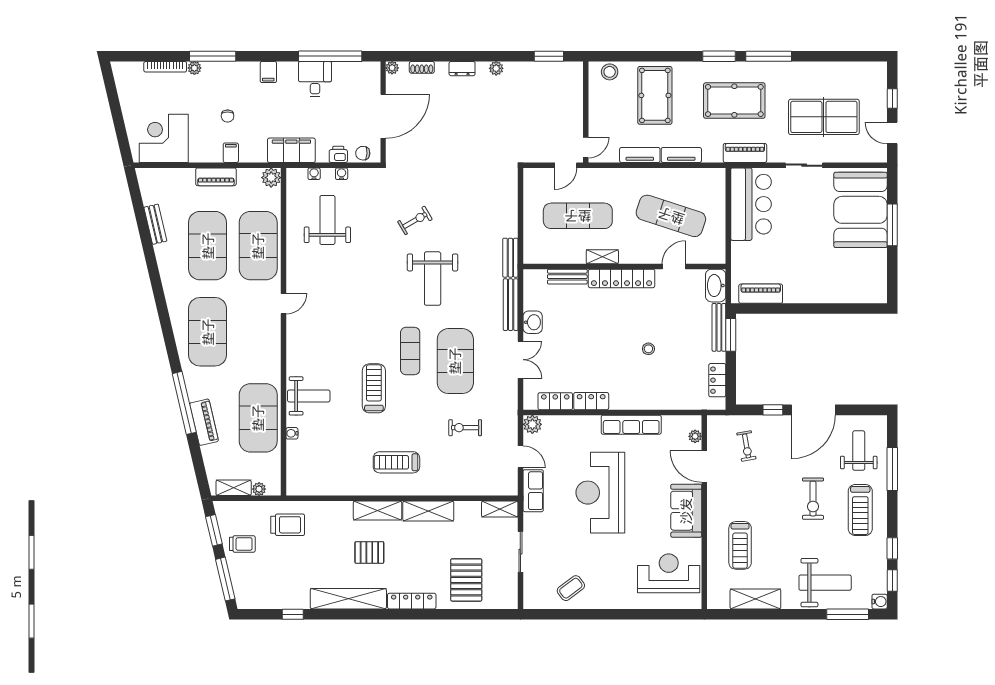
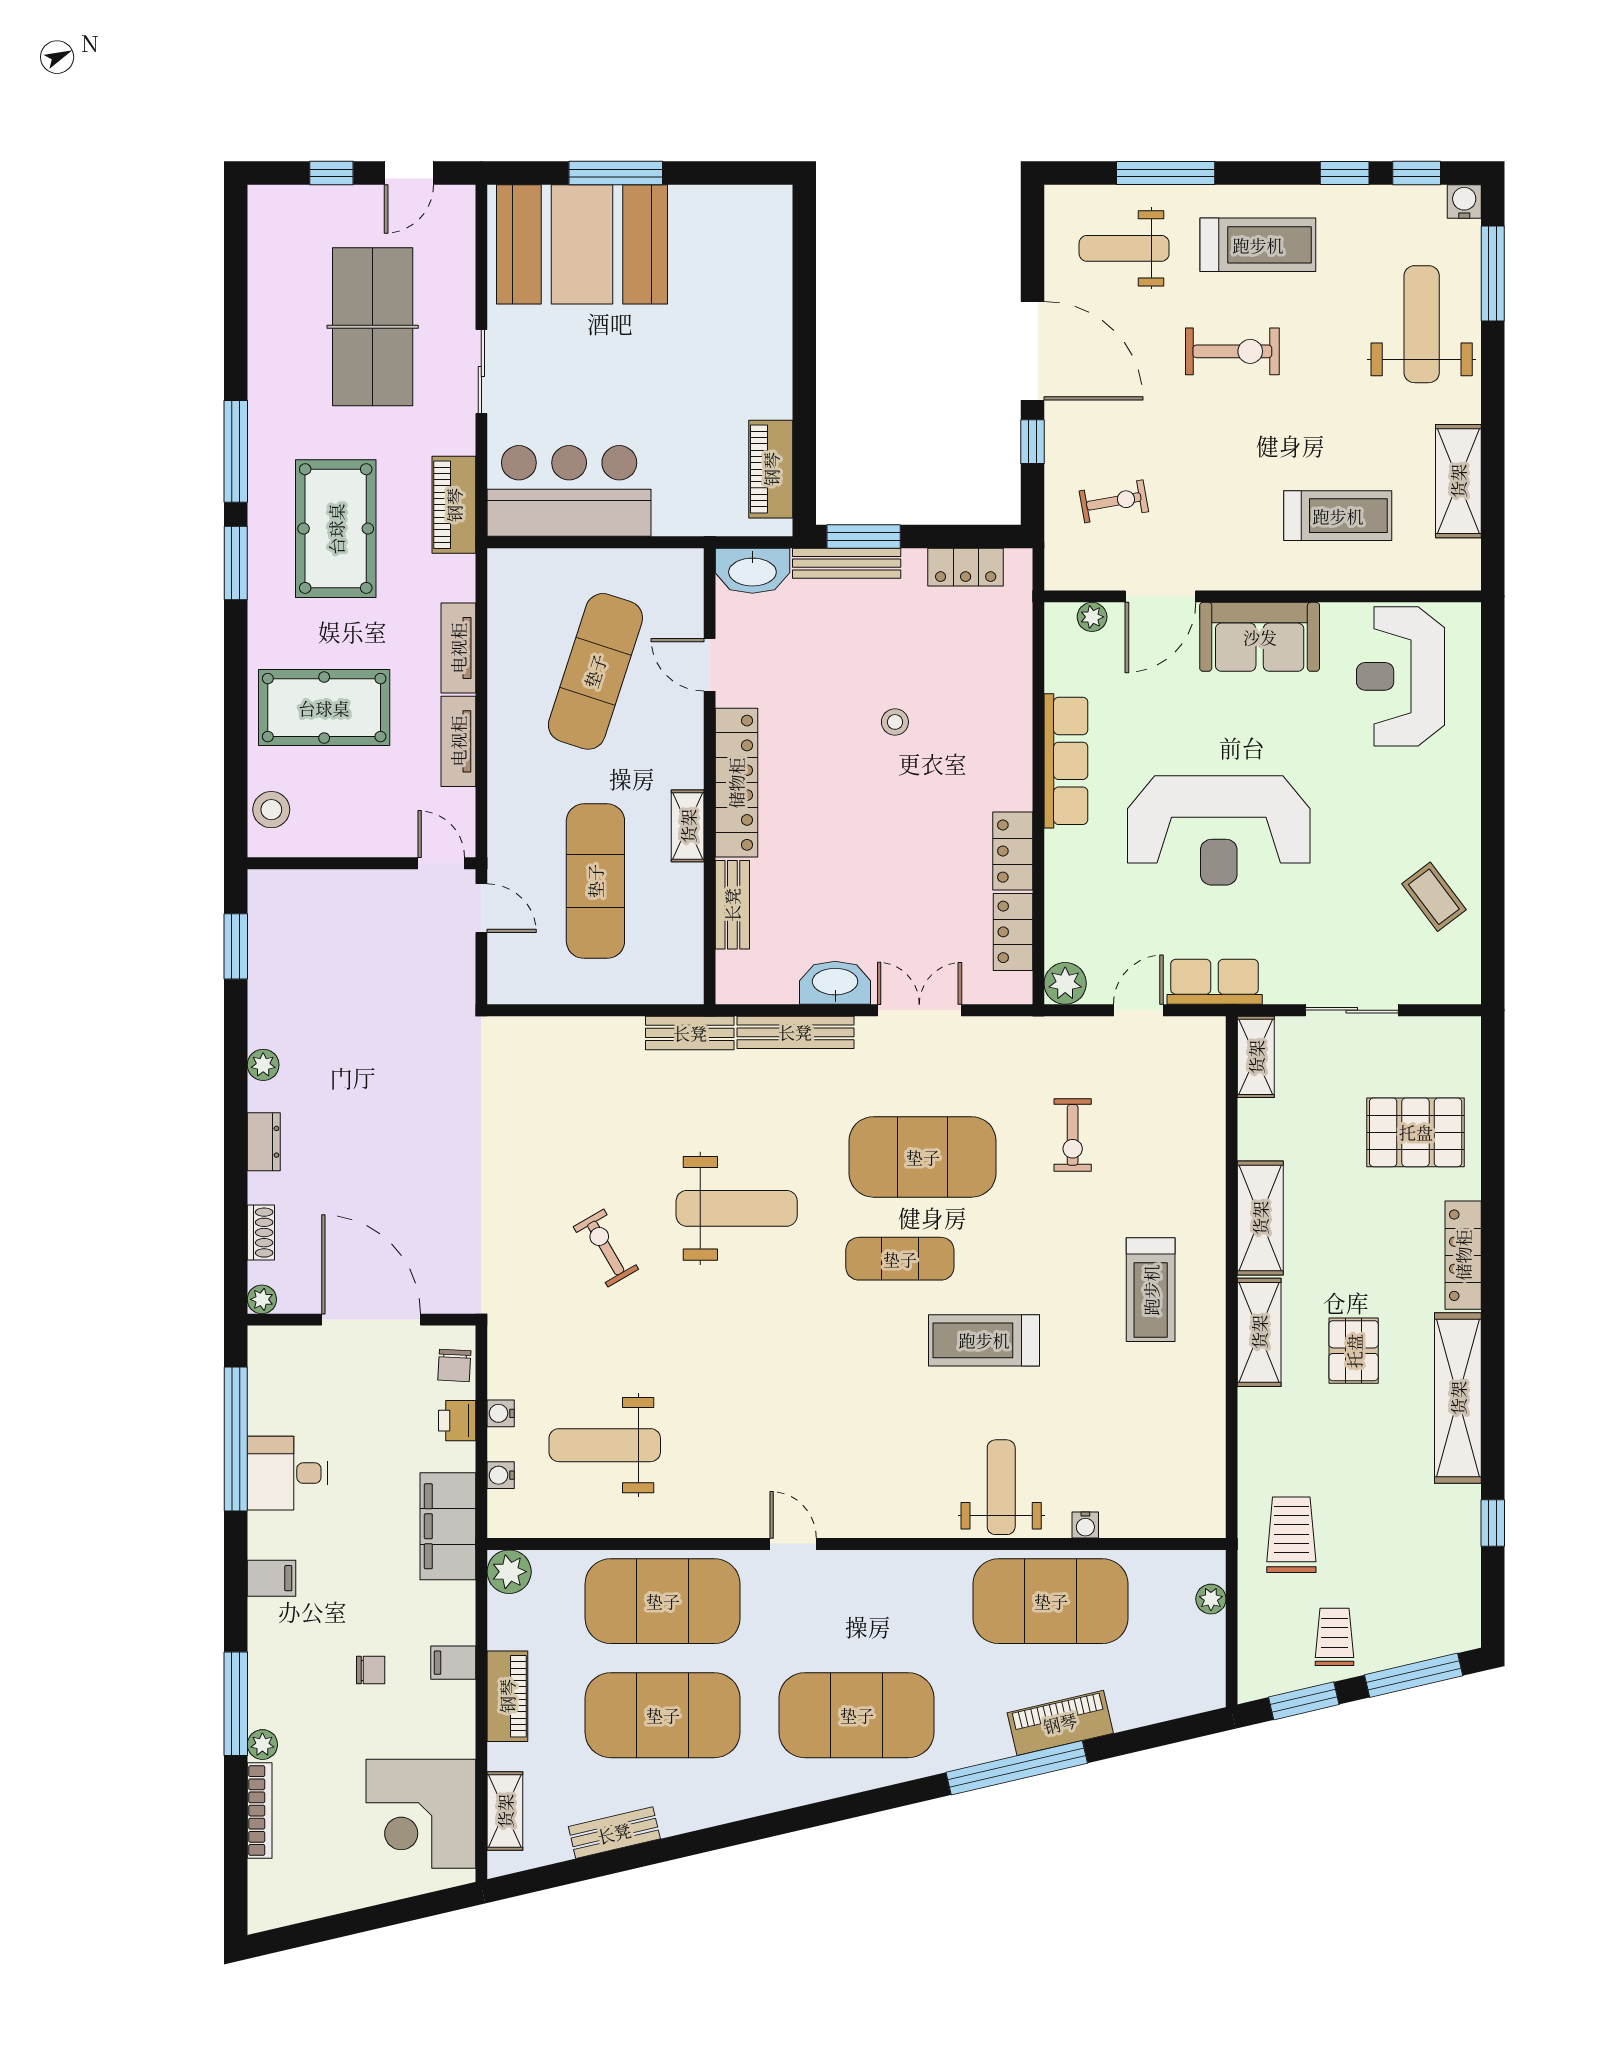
washbasin: (533, 322) -> (835, 983), width x1.38
shelving: (234, 488) -> (505, 1811), moved

